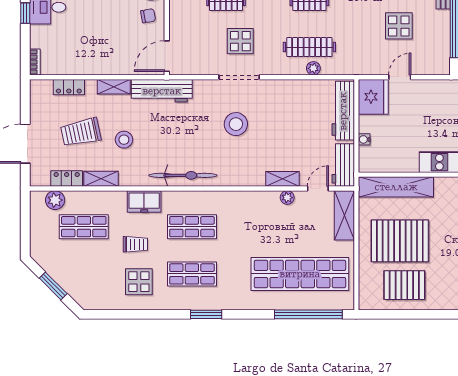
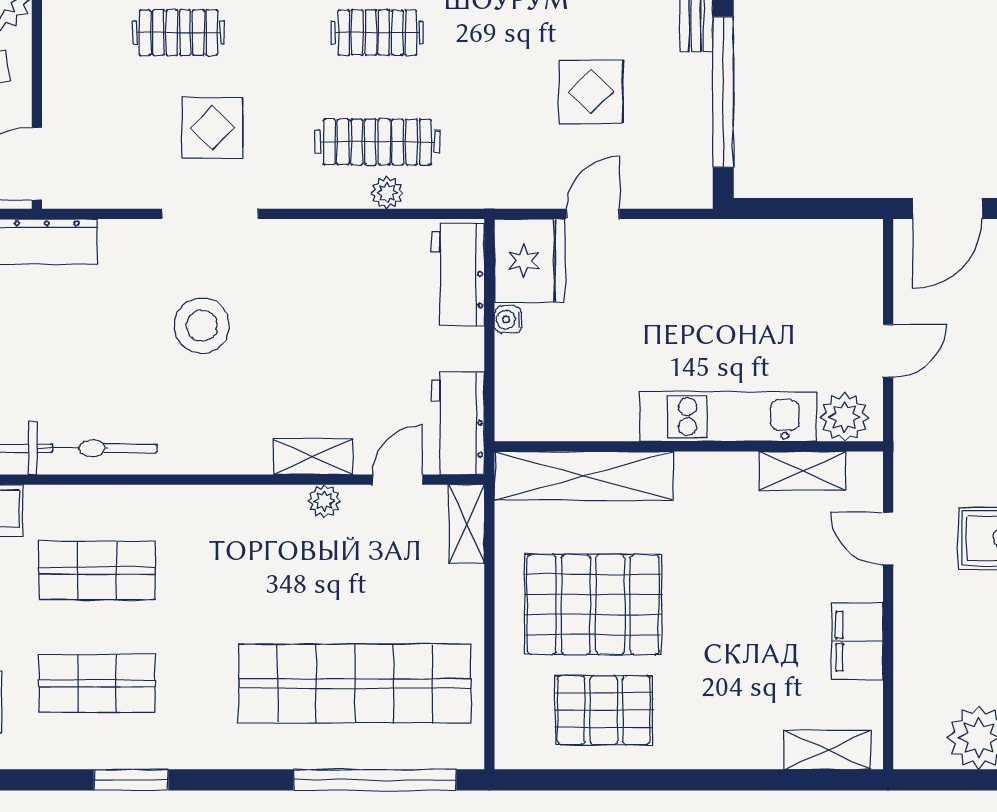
workbench: (343, 111) -> (458, 274), width x0.73
water cooler: (364, 139) -> (508, 320), moved
shelving: (344, 215) -> (467, 524), width x0.67, depth x0.75

